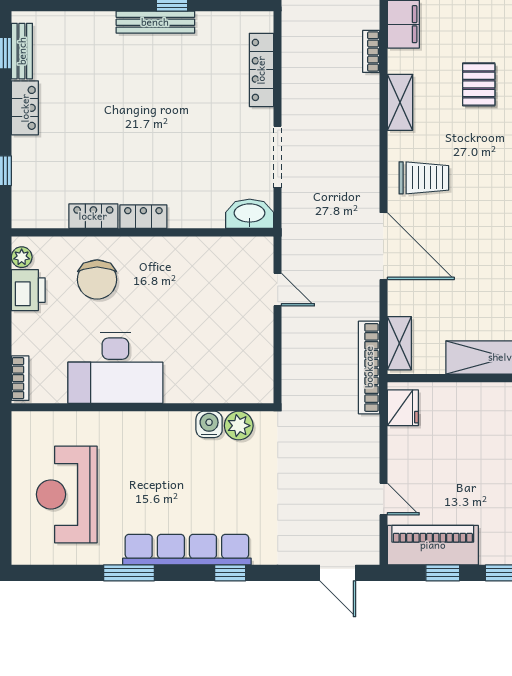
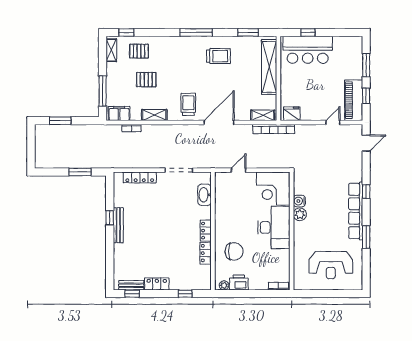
washbasin: (250, 214) -> (204, 195), moved
corner desk: (237, 366) -> (273, 189), added
desk: (115, 368) -> (274, 227), moved
plant: (239, 426) -> (300, 214), moved

